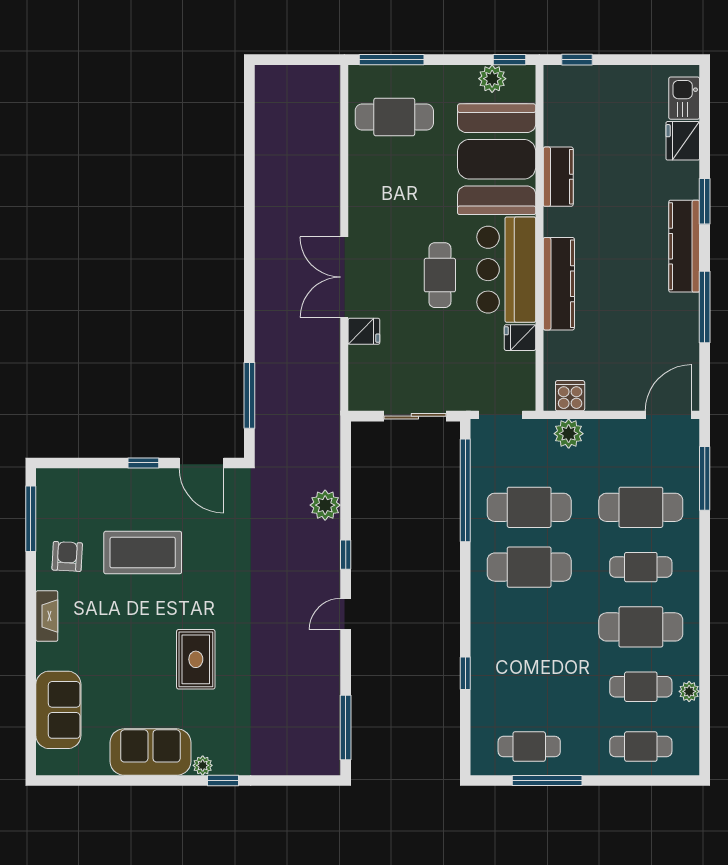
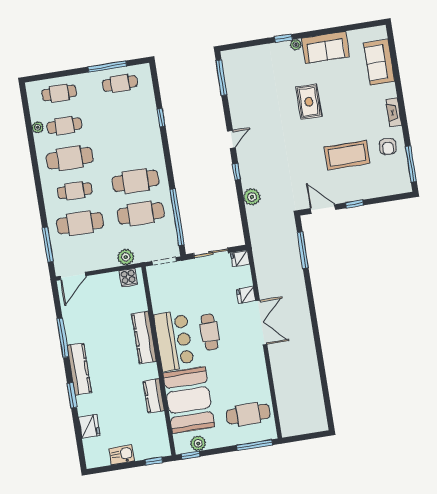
kitchen sink: (684, 98) -> (122, 455), moved, turned -90
fridge: (520, 338) -> (240, 259), moved, turned 180

